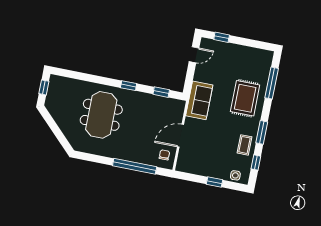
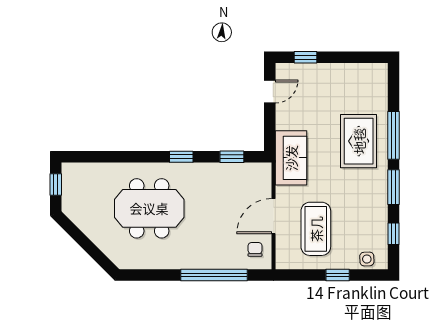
window: (272, 83) -> (394, 135), moved
meeting table: (101, 115) -> (149, 208), turned 90
coffee table: (244, 145) -> (316, 229), moved, width x1.86, depth x1.72

